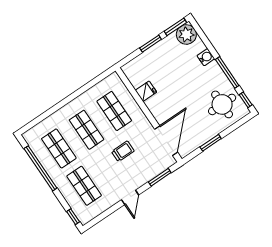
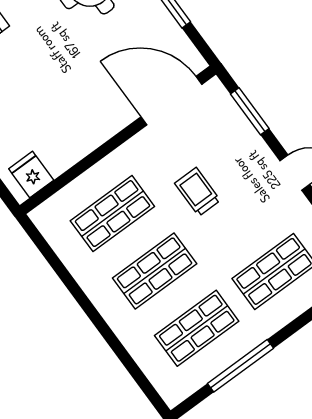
fridge: (146, 91) -> (31, 175), moved
window: (40, 168) -> (240, 366), width x0.68

